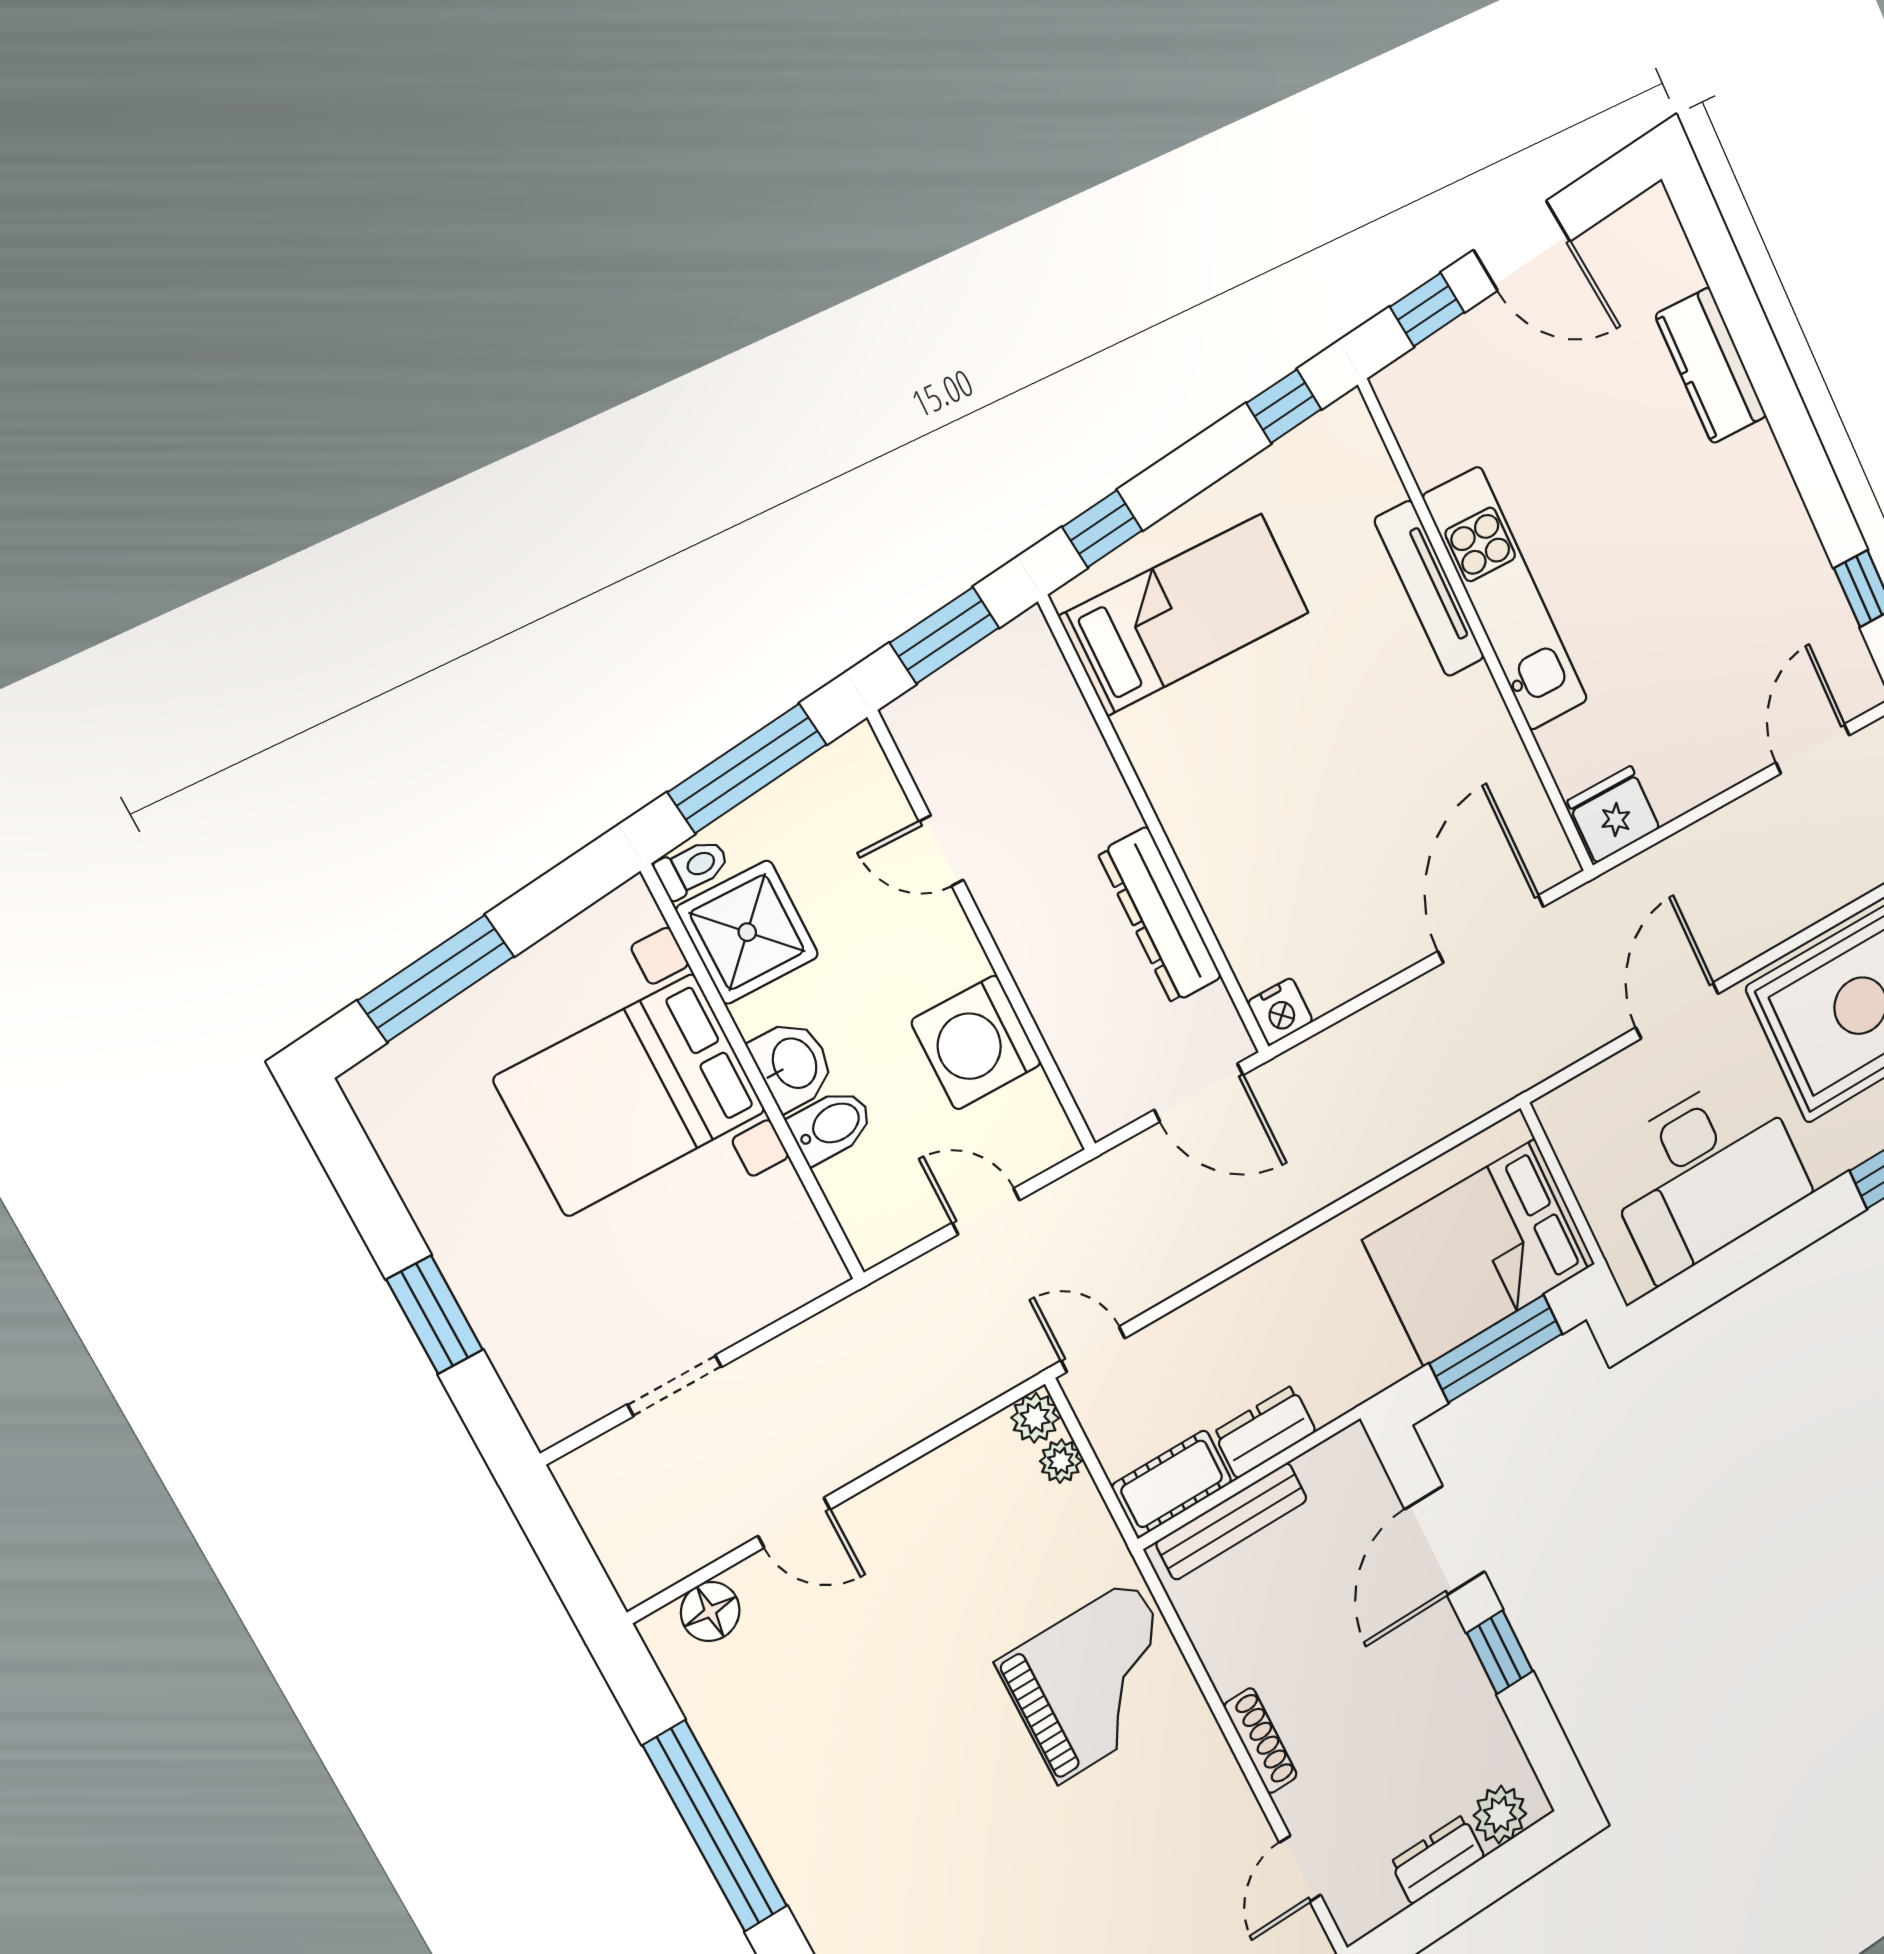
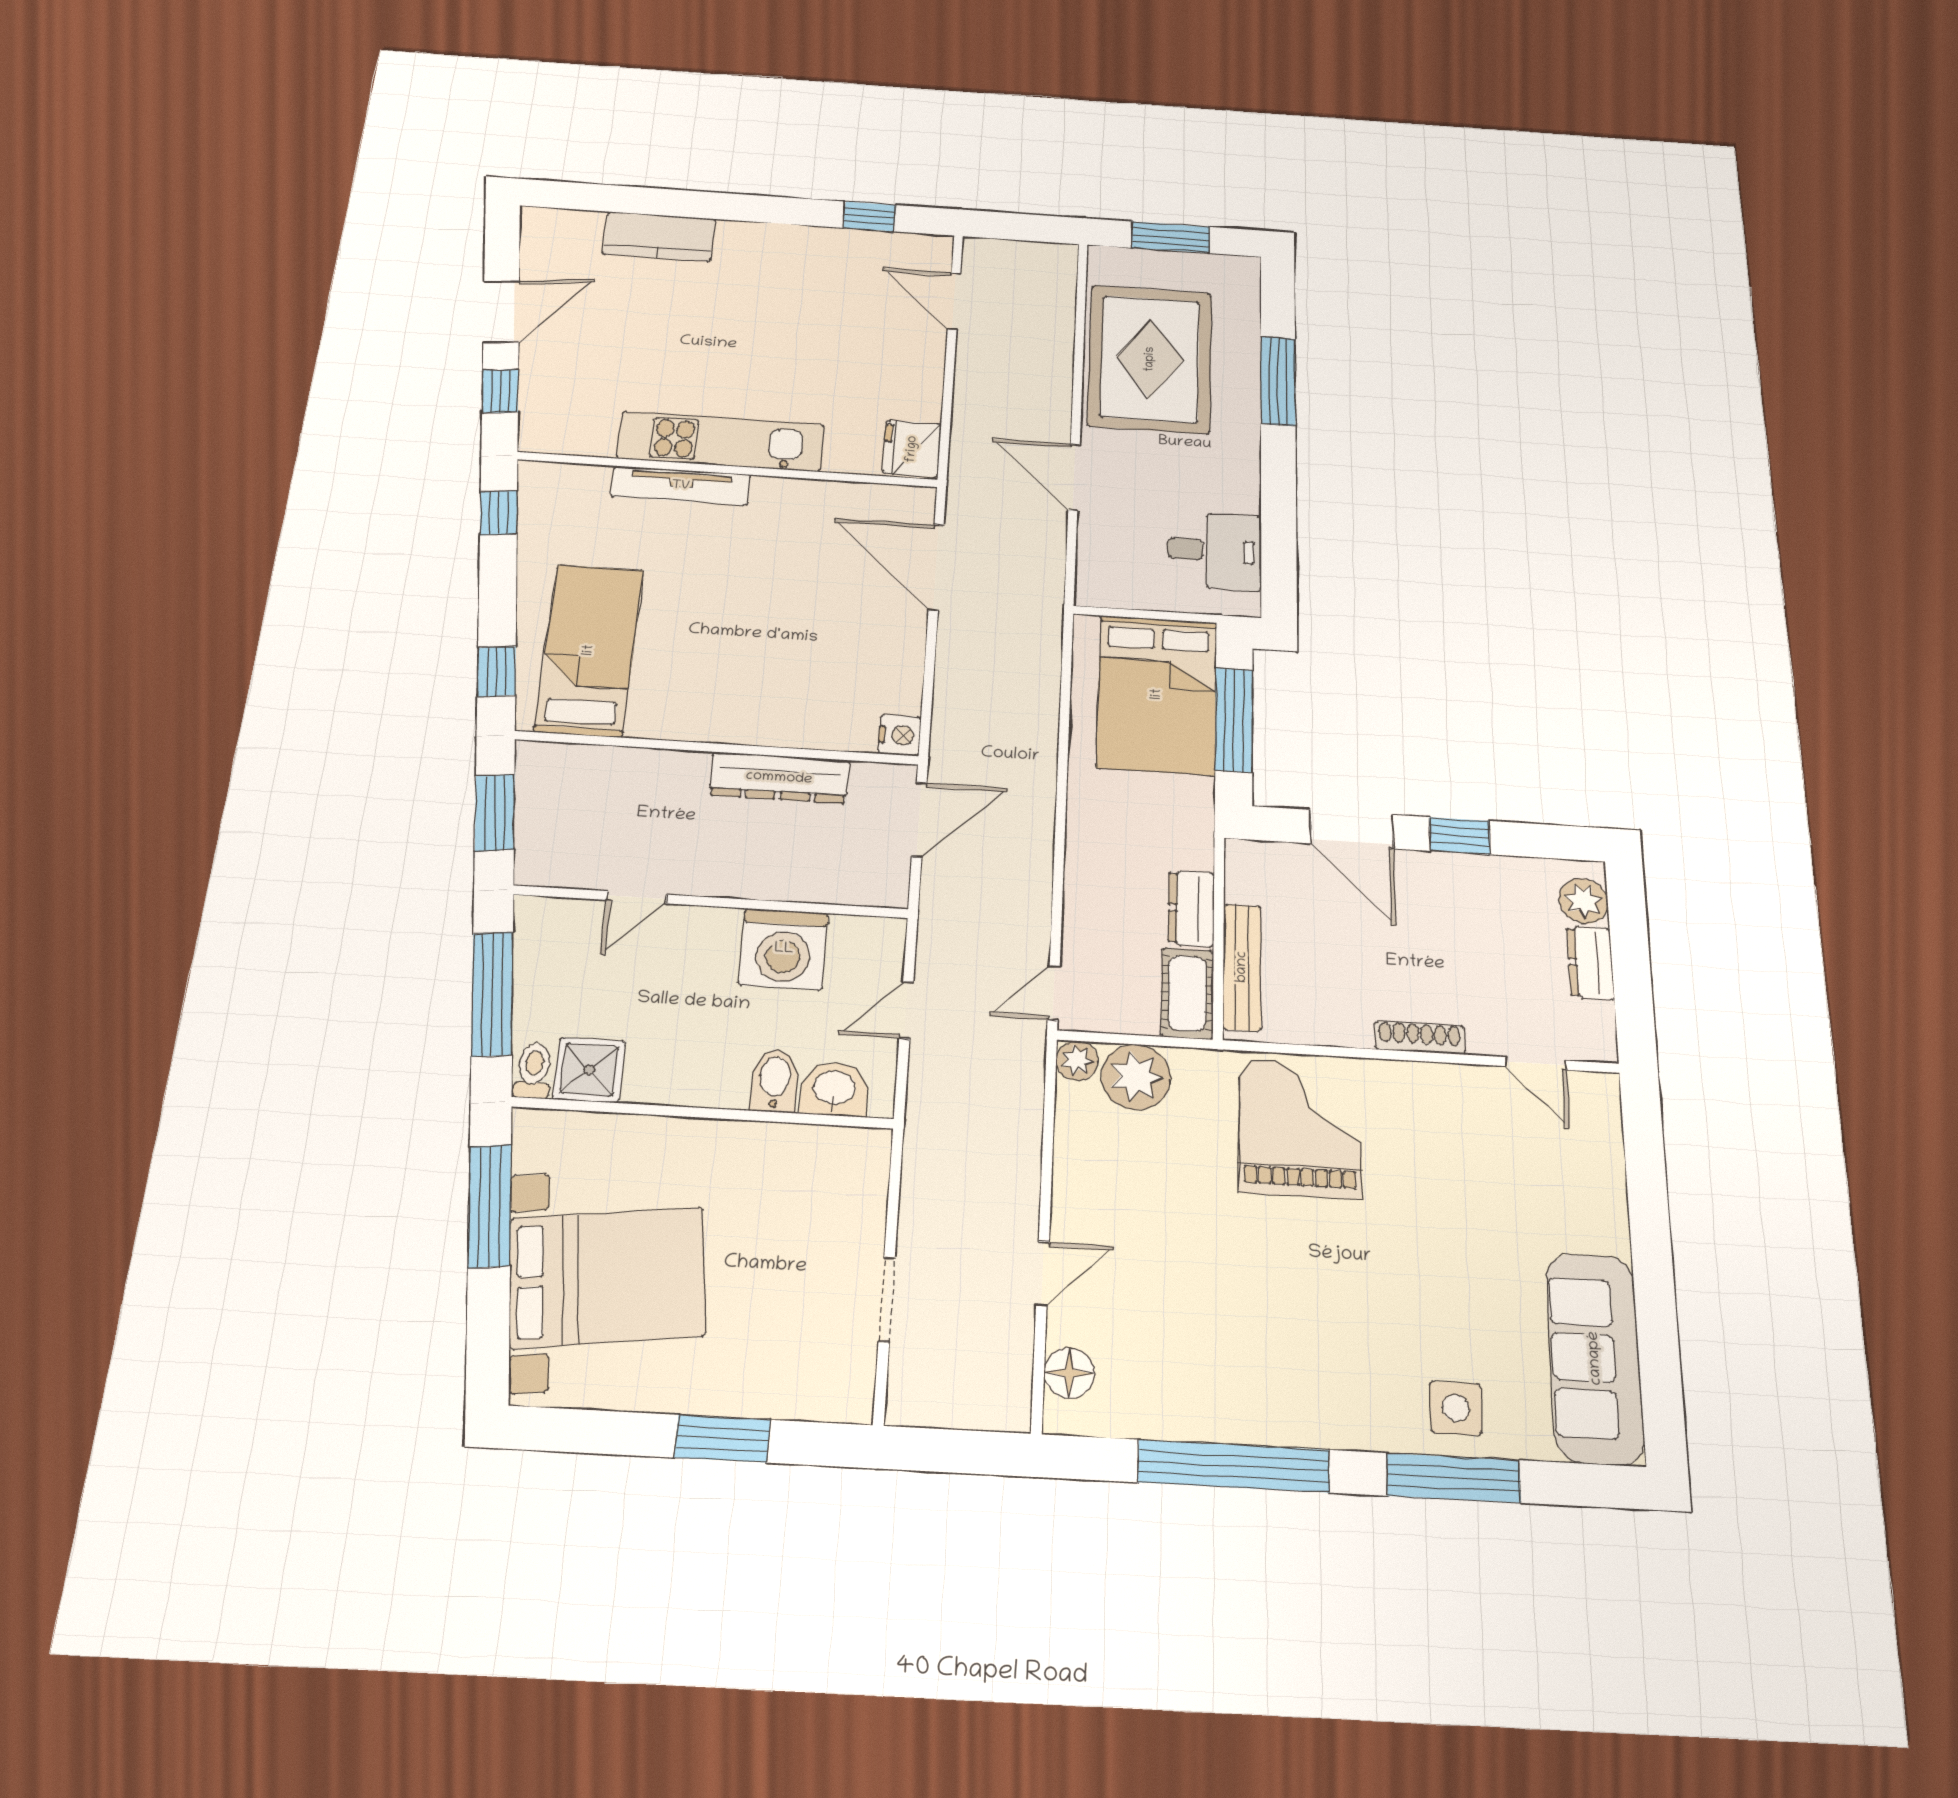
shower: (747, 932) -> (589, 1070), width x0.73, depth x0.73
window: (436, 978) -> (490, 1206), moved
washbasin: (793, 1064) -> (834, 1089), moved
bed with nightstands: (630, 1095) -> (607, 1277), moved, turned -97
desk: (1705, 1174) -> (1214, 551), width x0.53, depth x0.77
plant: (1061, 1461) -> (1136, 1077), width x1.88, depth x1.88

